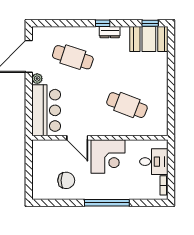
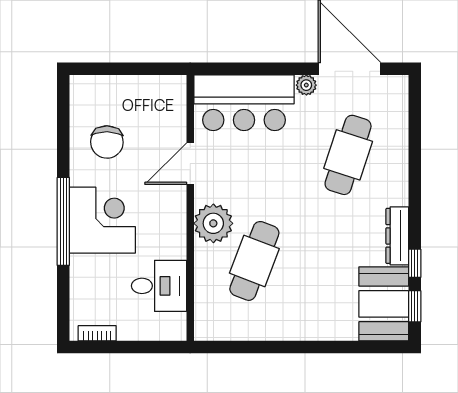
window: (103, 23) -> (415, 263), moved
dresser: (110, 32) -> (397, 236), width x1.44
plant: (108, 126) -> (213, 223), added
corner desk: (108, 157) -> (102, 220), moved, turned 180
desk: (154, 162) -> (159, 286), moved, turned -90

